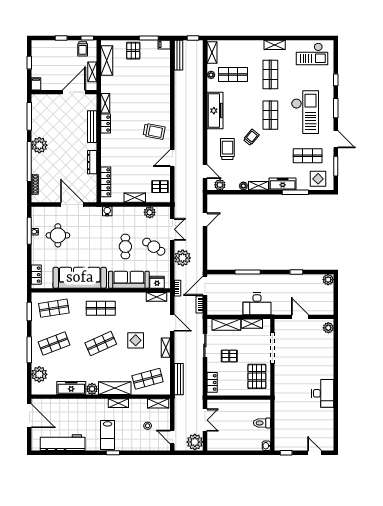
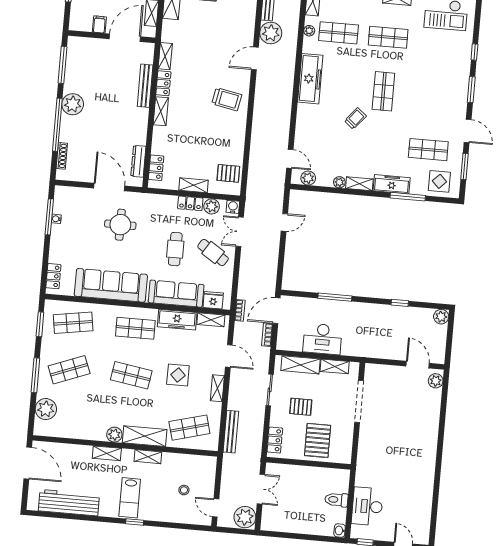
shop shelf: (270, 75) -> (388, 37), turned 90
filing cabinet: (36, 84) -> (99, 24), moved
checkout: (305, 112) -> (430, 91), removed
shelving: (106, 145) -> (161, 111), added
trolley: (227, 149) -> (322, 131), removed
door: (172, 158) -> (255, 58), moved
dresser: (92, 162) -> (138, 161), moved
locker: (106, 182) -> (156, 168), width x0.66
water cooler: (107, 211) -> (233, 207), moved
locker: (134, 211) -> (190, 203), added
double door: (172, 229) -> (240, 232), swing flipped
round table: (58, 235) -> (120, 225), moved
plant: (183, 258) -> (271, 33), moved
desk: (257, 304) -> (323, 339), moved
door: (300, 317) -> (418, 365), moved
shop shelf: (101, 343) -> (131, 375), turned 33
pallet: (257, 376) -> (318, 440), moved
freezer: (71, 388) -> (177, 320), moved, turned 180
desk: (323, 393) -> (367, 506), moved, turned 180
shelving: (158, 403) -> (107, 453), moved

